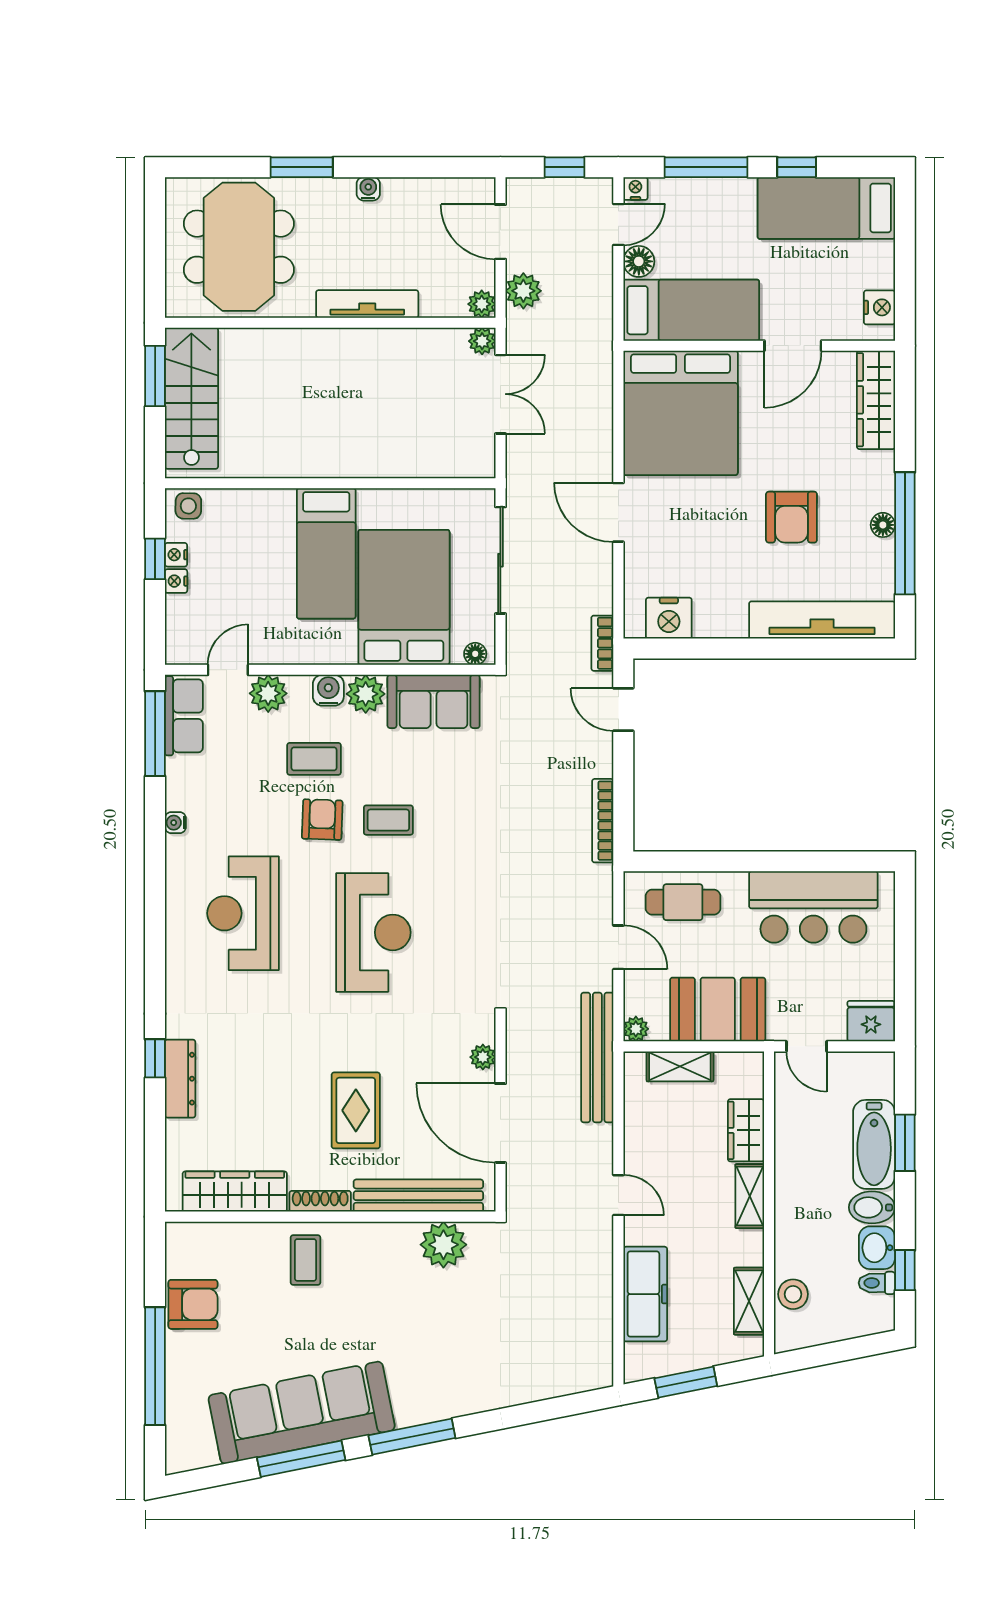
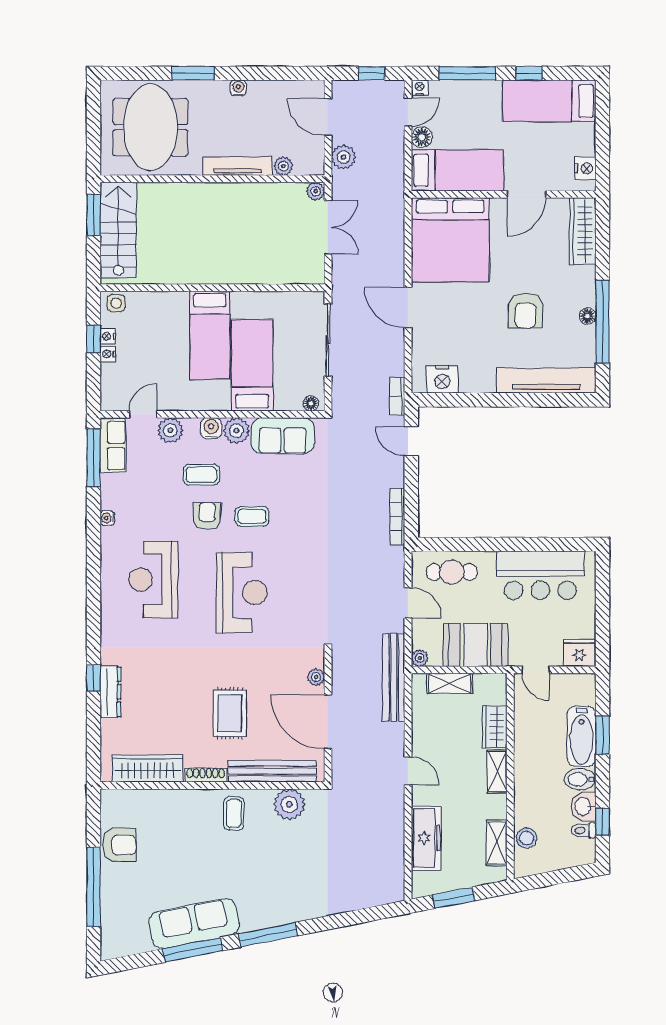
plant: (482, 304) -> (283, 166), moved
bed: (404, 597) -> (252, 365), width x0.67
coffee table: (305, 1260) -> (234, 813), moved
sofa: (302, 1413) -> (194, 923), width x0.74, depth x0.79

